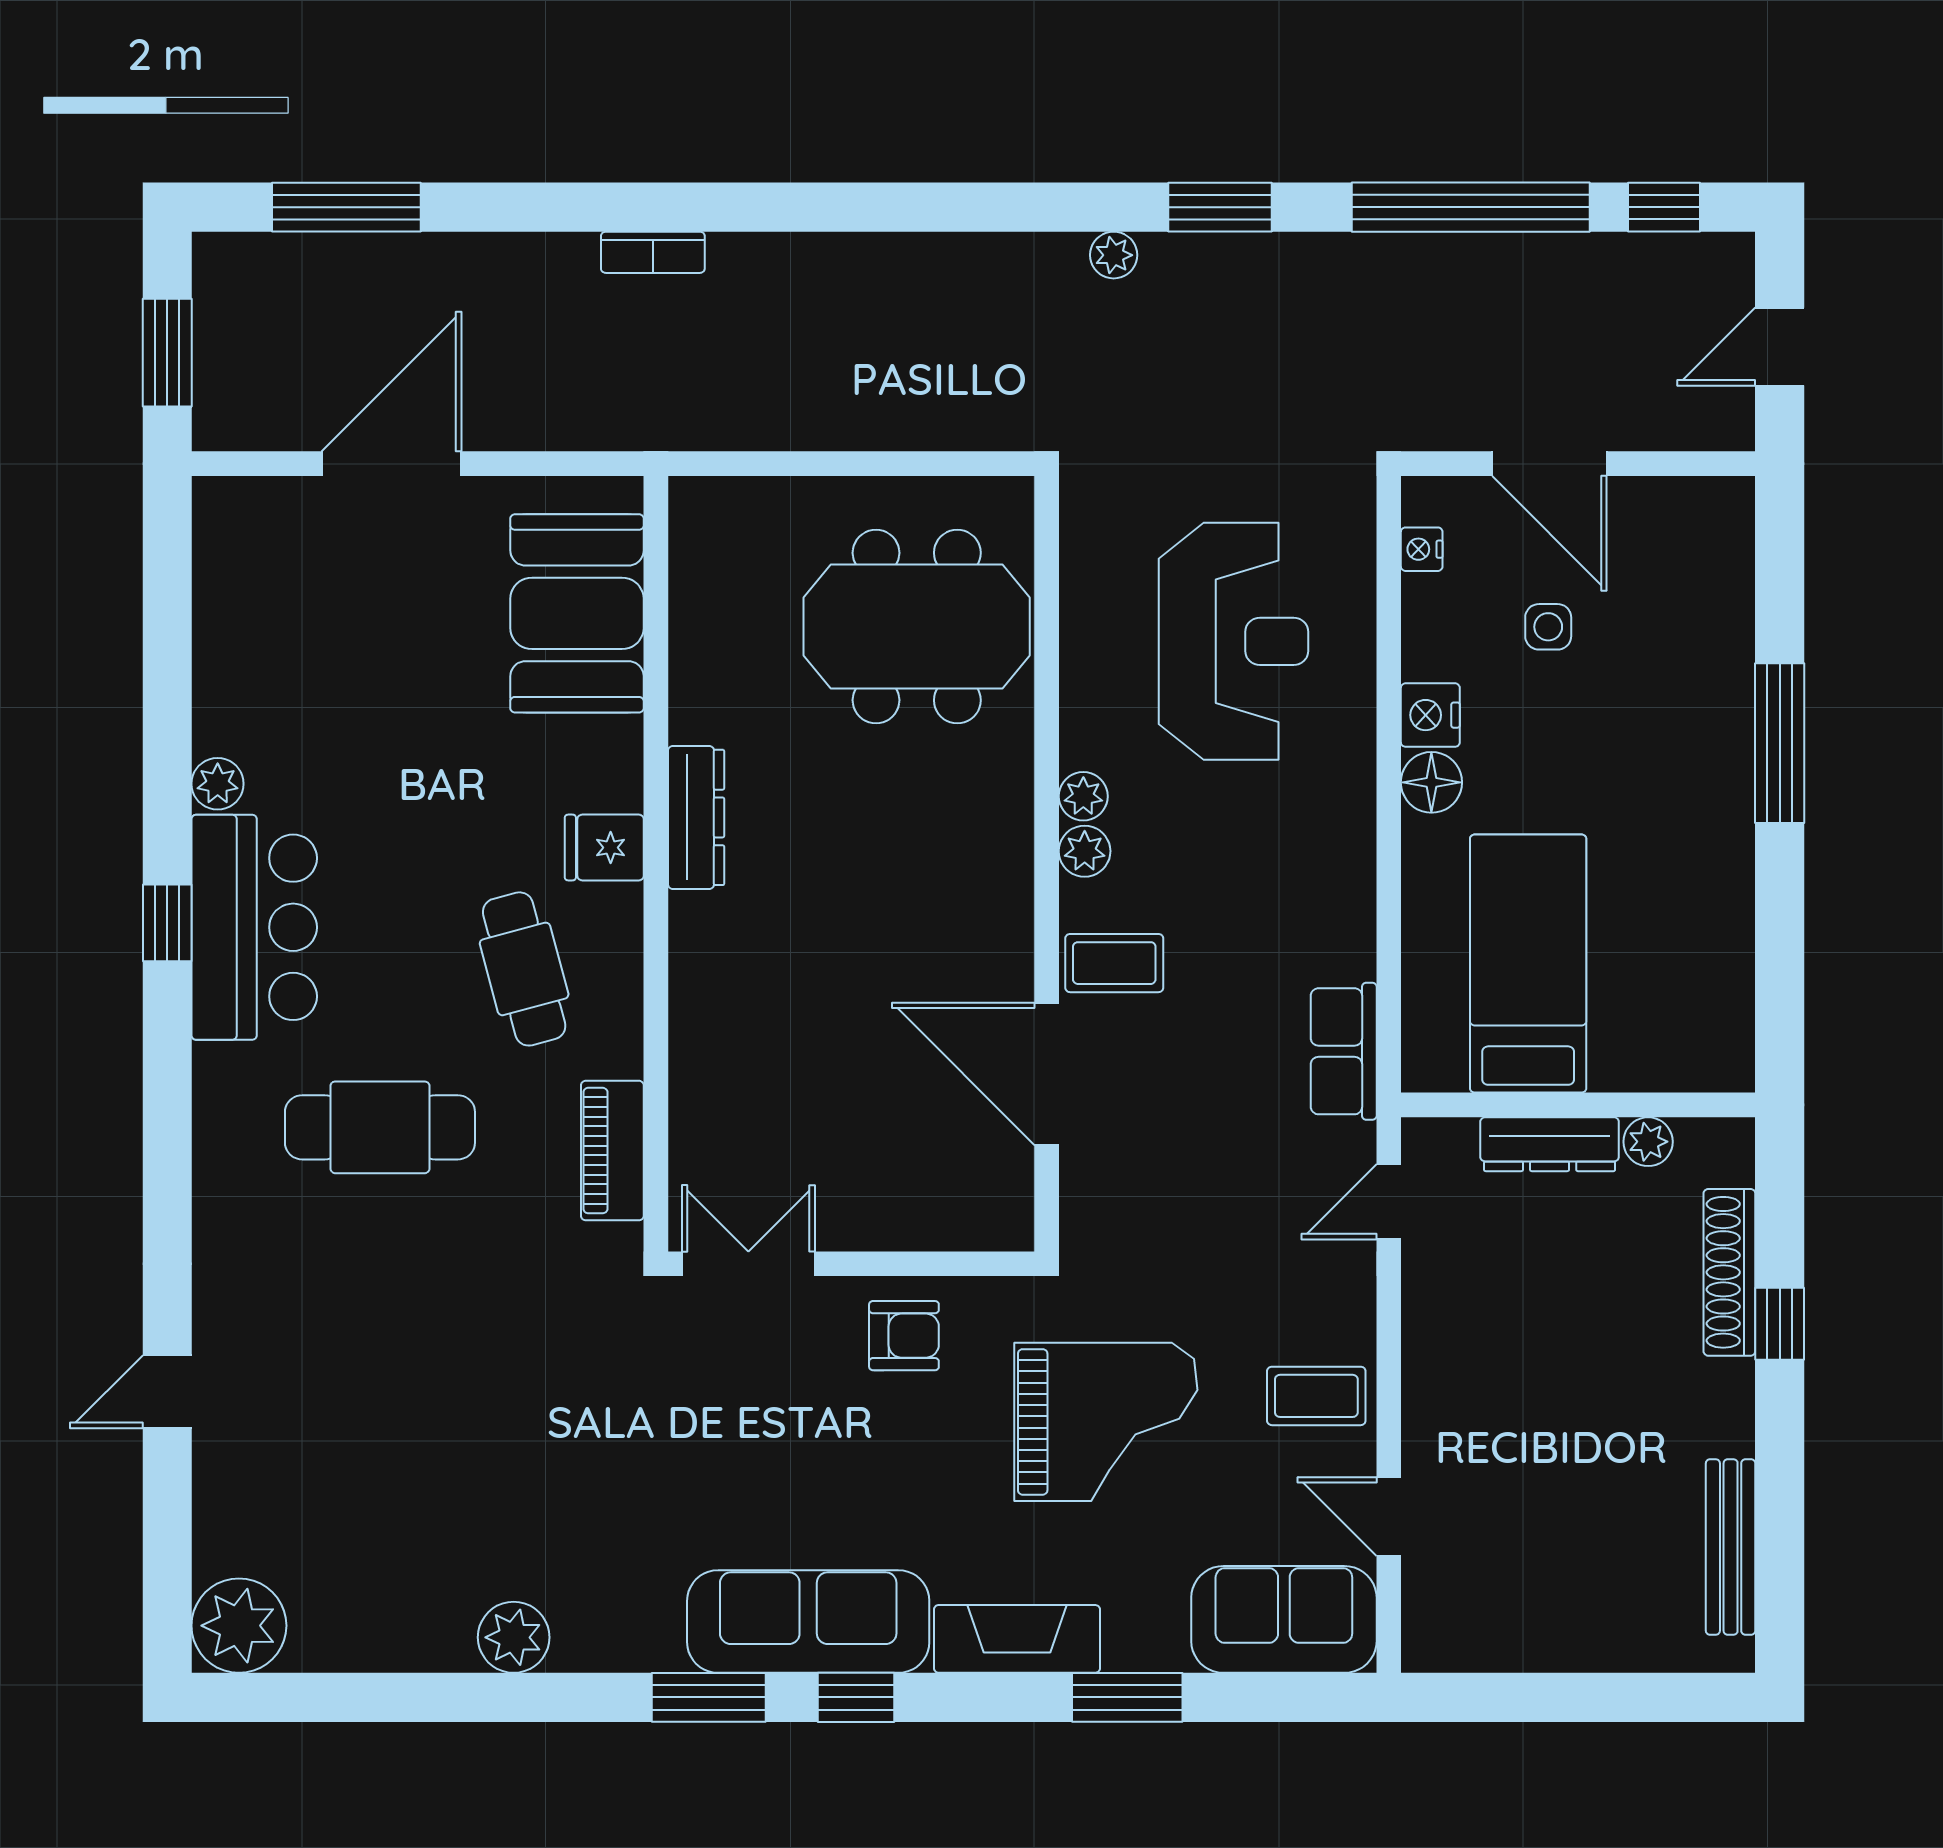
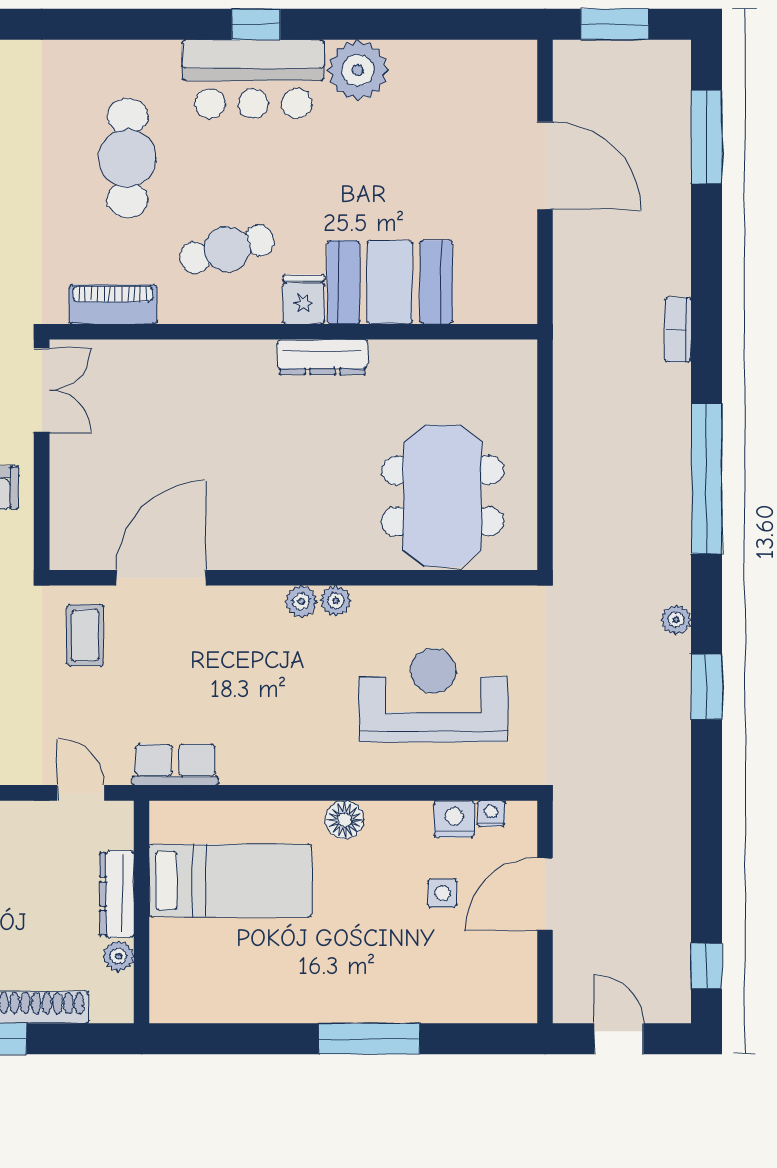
window: (1471, 207) -> (706, 479), moved
booth: (577, 613) -> (390, 282), moved
reception desk: (1233, 641) -> (433, 695), turned 180
nightstand: (1430, 715) -> (454, 819), moved
plant: (218, 784) -> (358, 70), width x1.87, depth x1.87
coffee table: (1114, 963) -> (85, 635), moved

